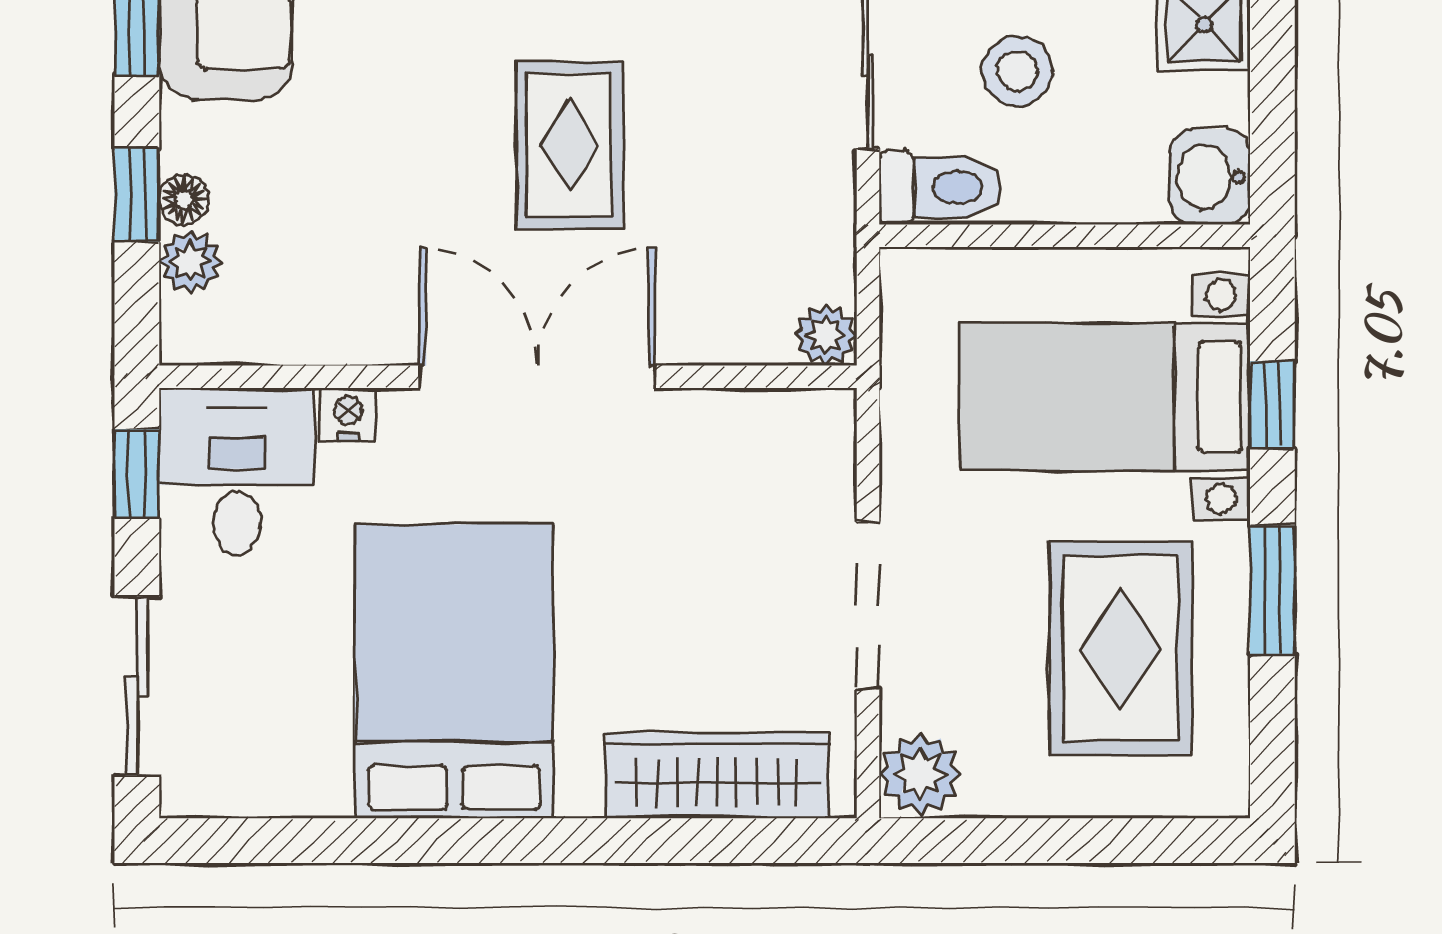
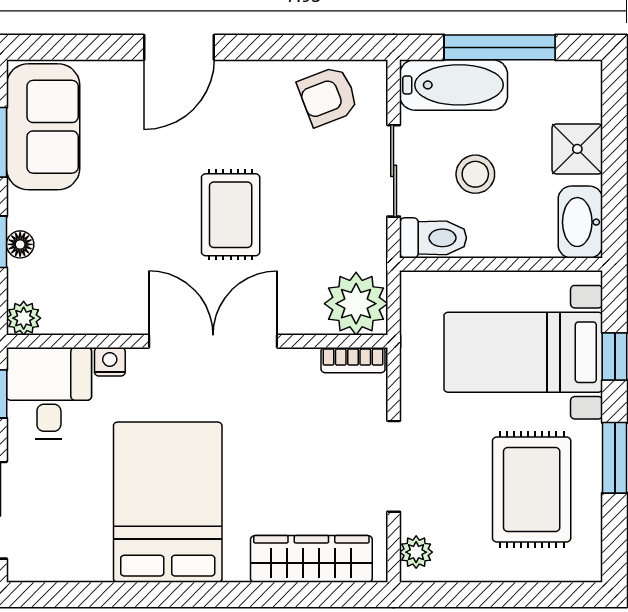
washbasin: (1210, 177) -> (580, 222), width x1.38
plant: (190, 262) -> (24, 318), moved
plant: (826, 335) -> (356, 304), width x1.88, depth x1.88
bookcase: (794, 411) -> (353, 360), added
plant: (920, 774) -> (416, 552), width x0.73, depth x0.73

